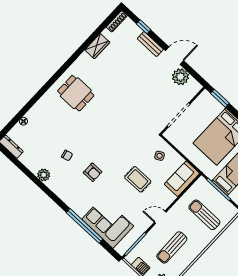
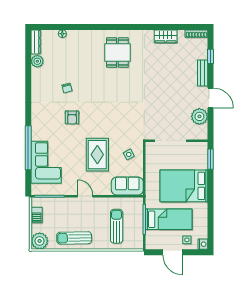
plant: (44, 175) -> (37, 61), moved
rug: (138, 179) -> (97, 155), width x1.36, depth x1.43
sun lounger: (172, 247) -> (74, 238), moved

